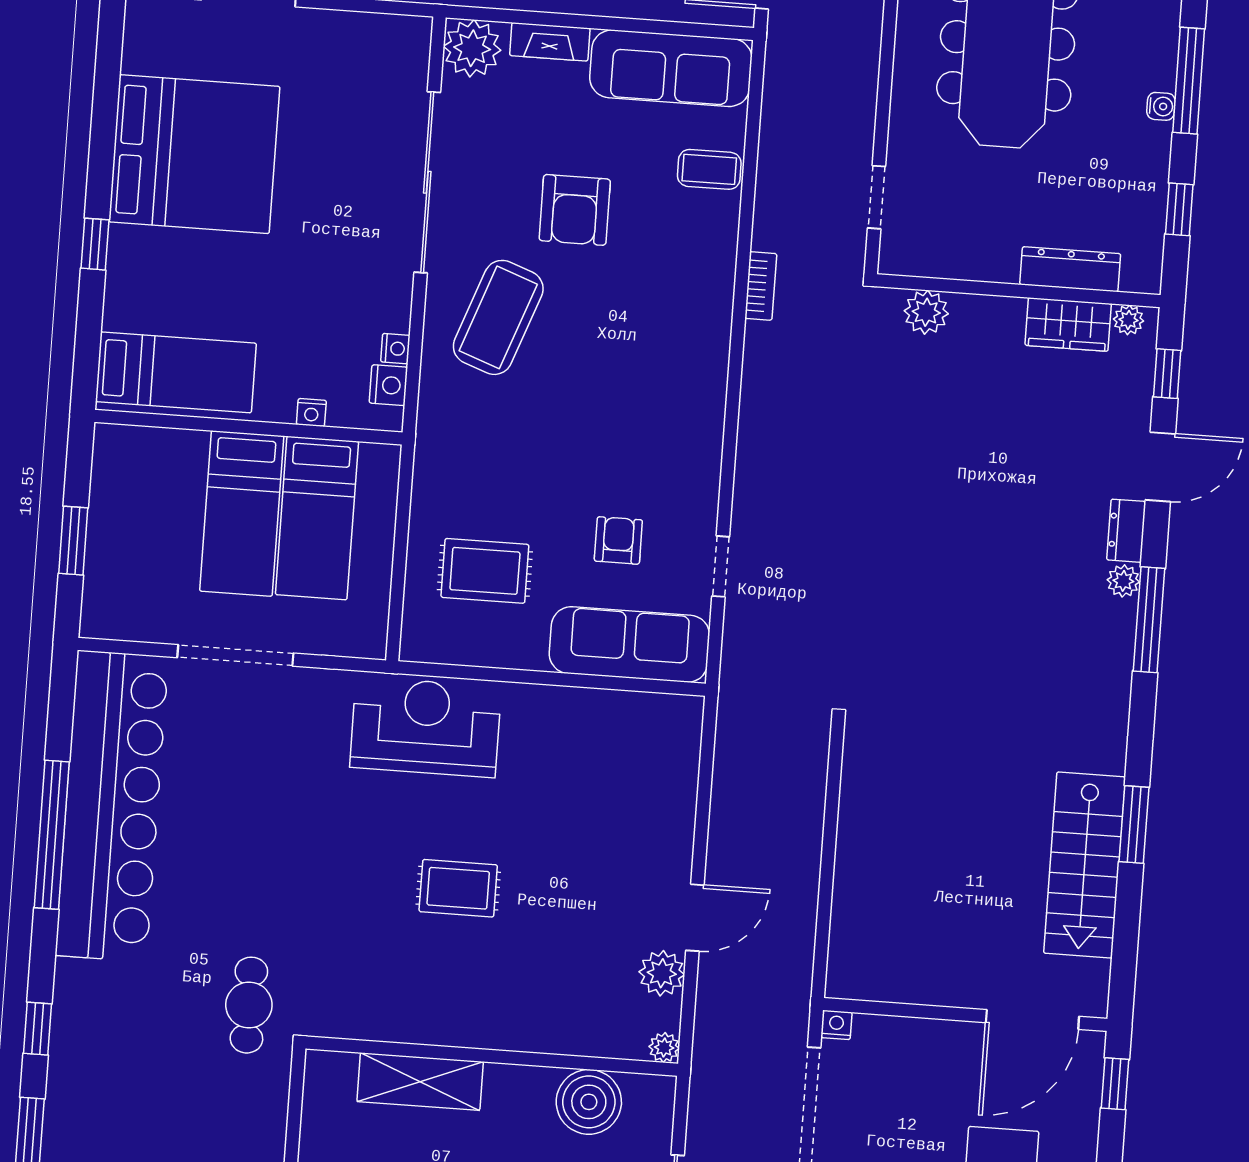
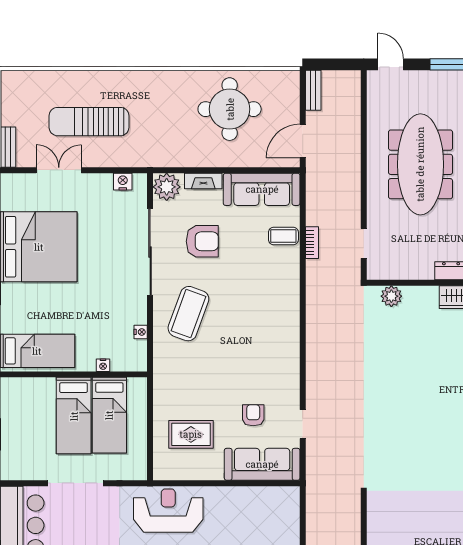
armchair: (575, 210) -> (202, 241), moved, turned -90
bookcase: (761, 286) -> (312, 243), moved
nightstand: (388, 385) -> (123, 182), moved, turned -90

